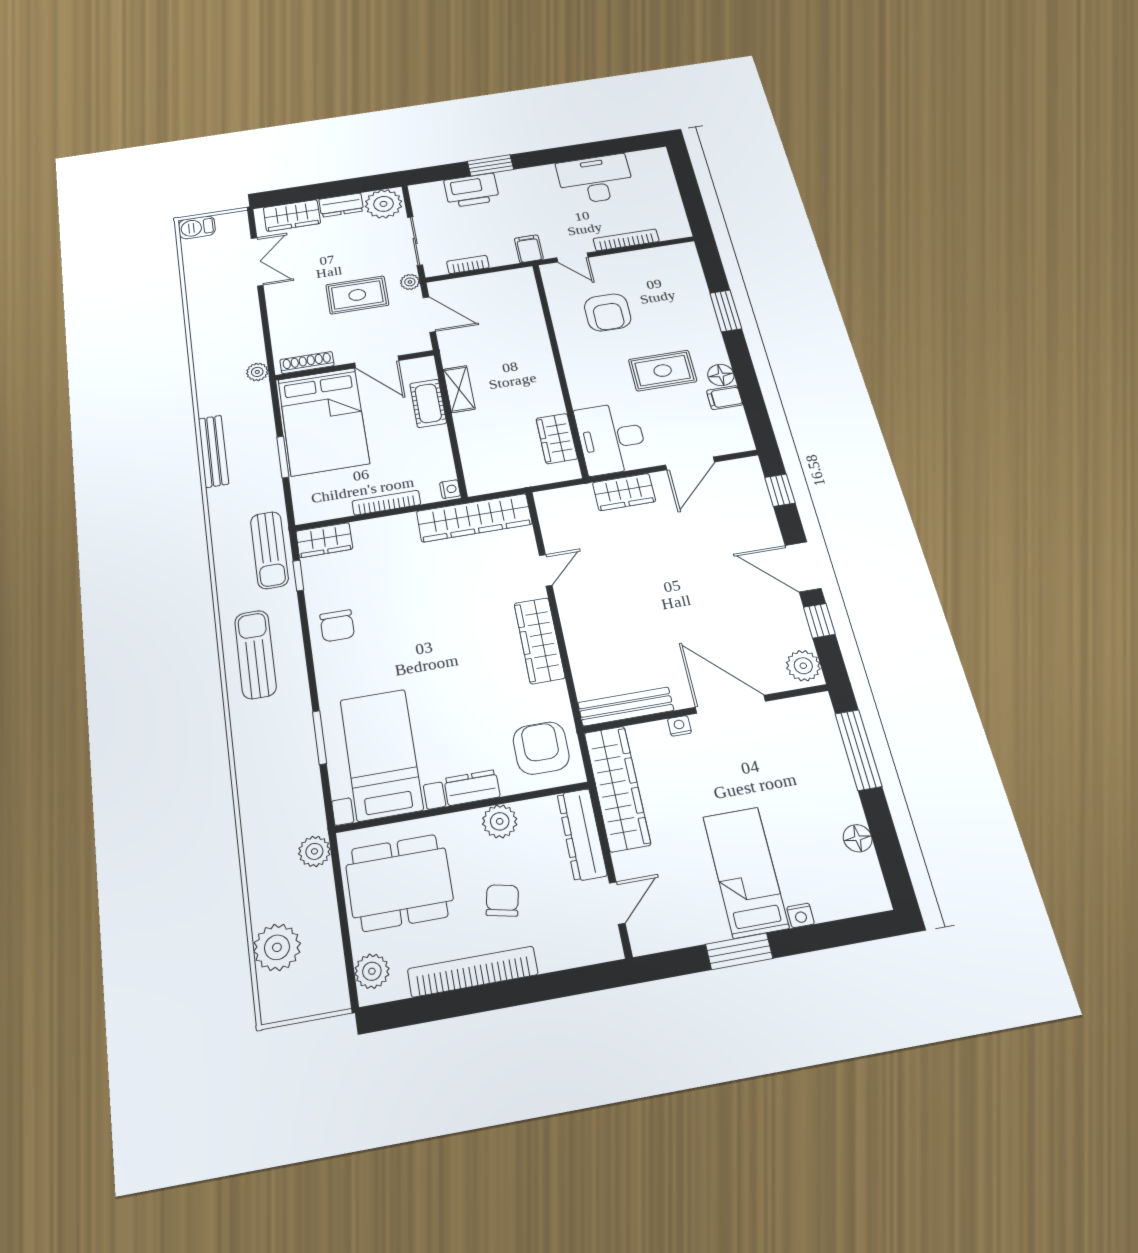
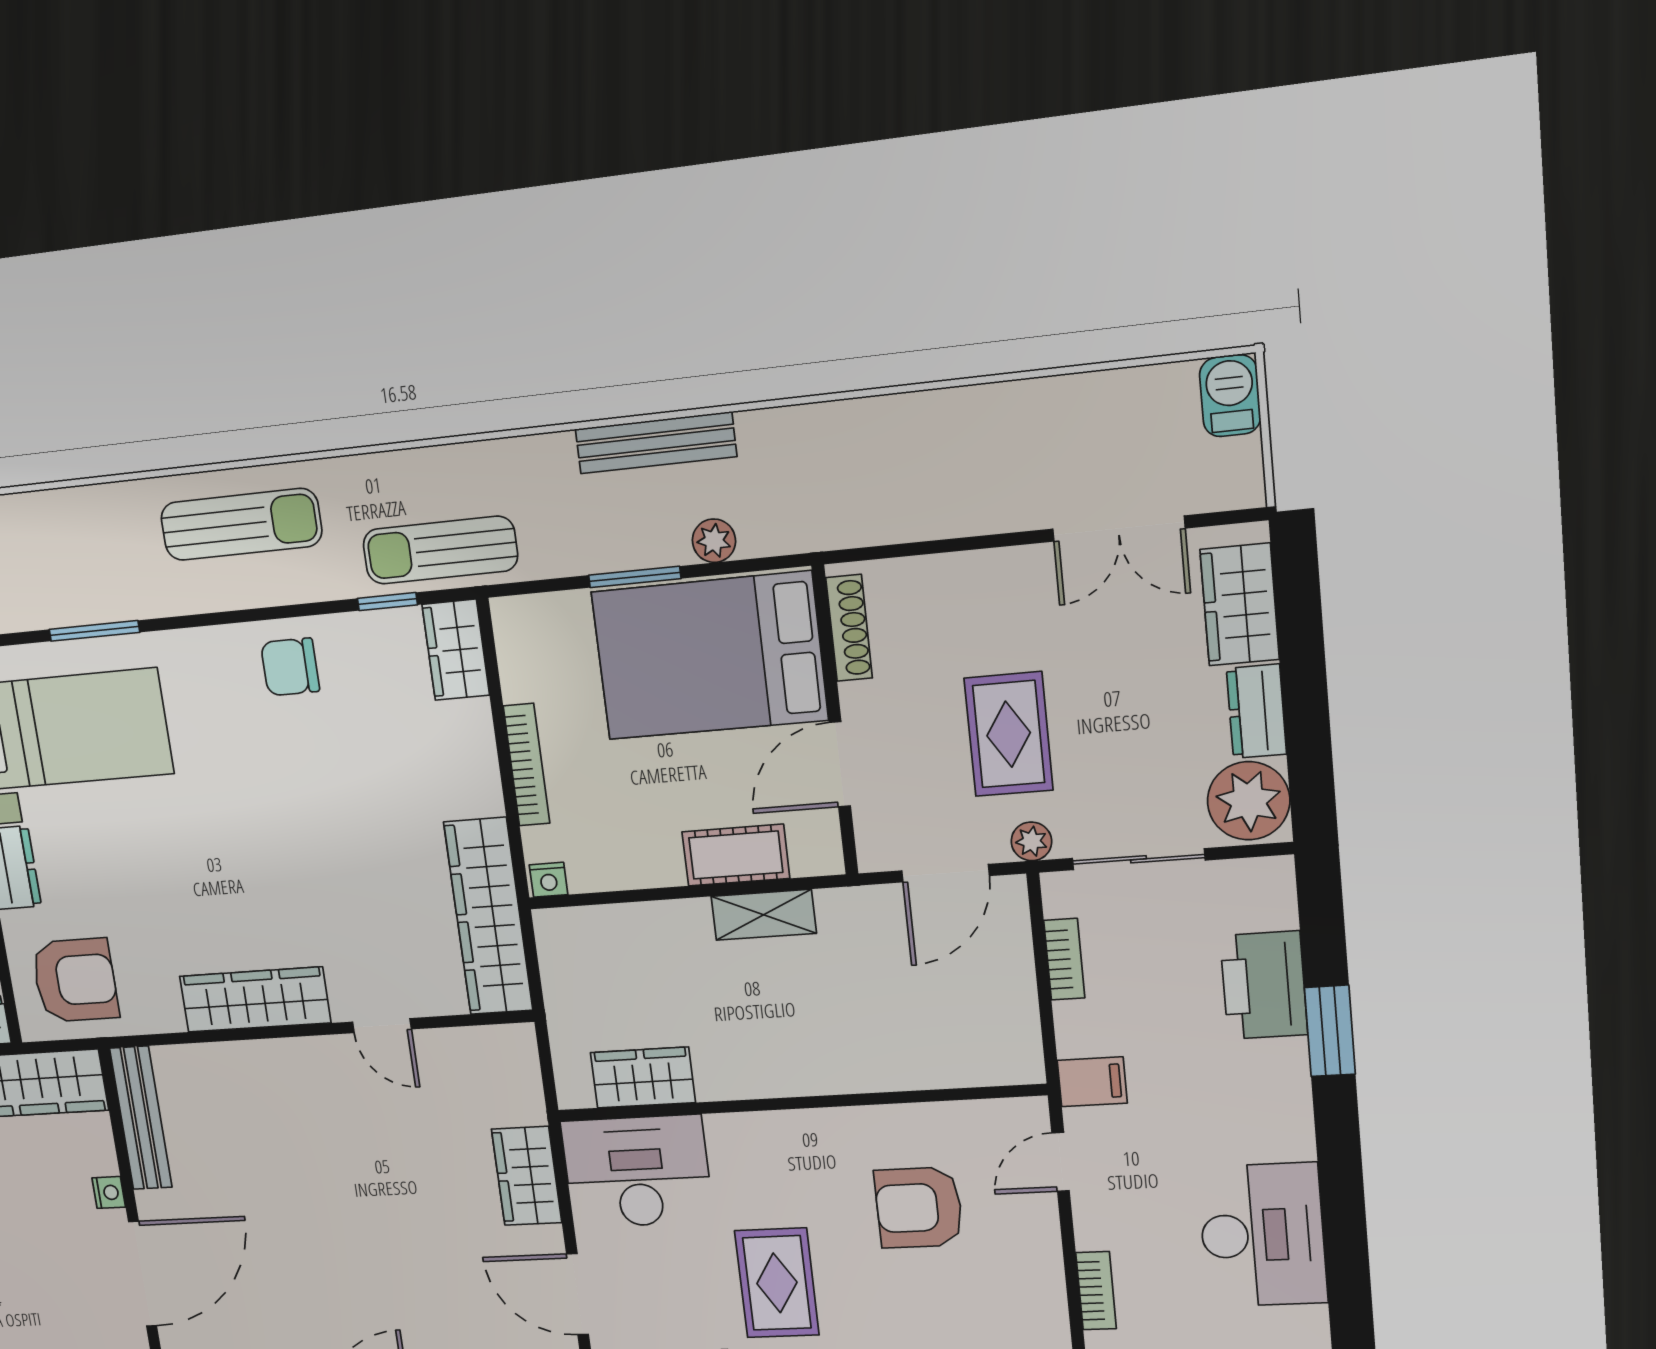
bookcase: (626, 240) -> (1096, 1291), width x0.64
plant: (257, 372) -> (714, 541), moved

